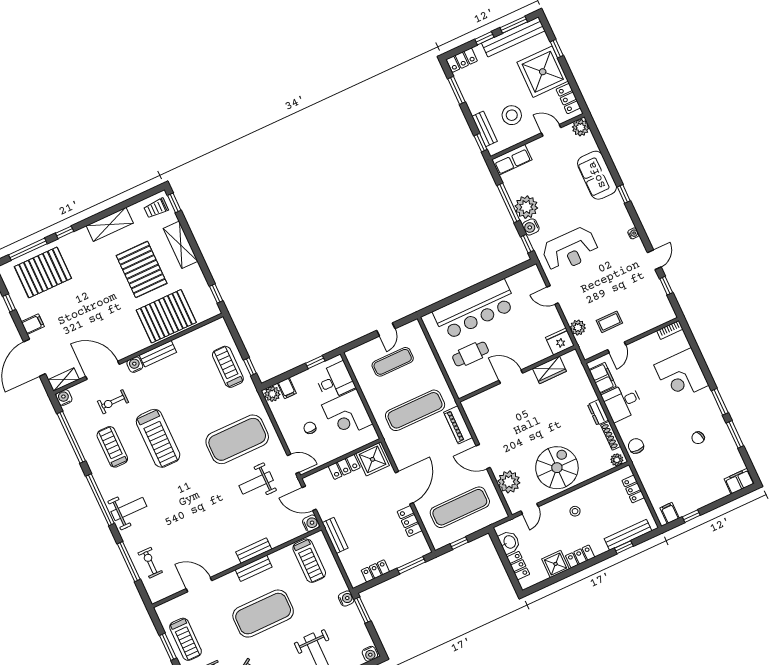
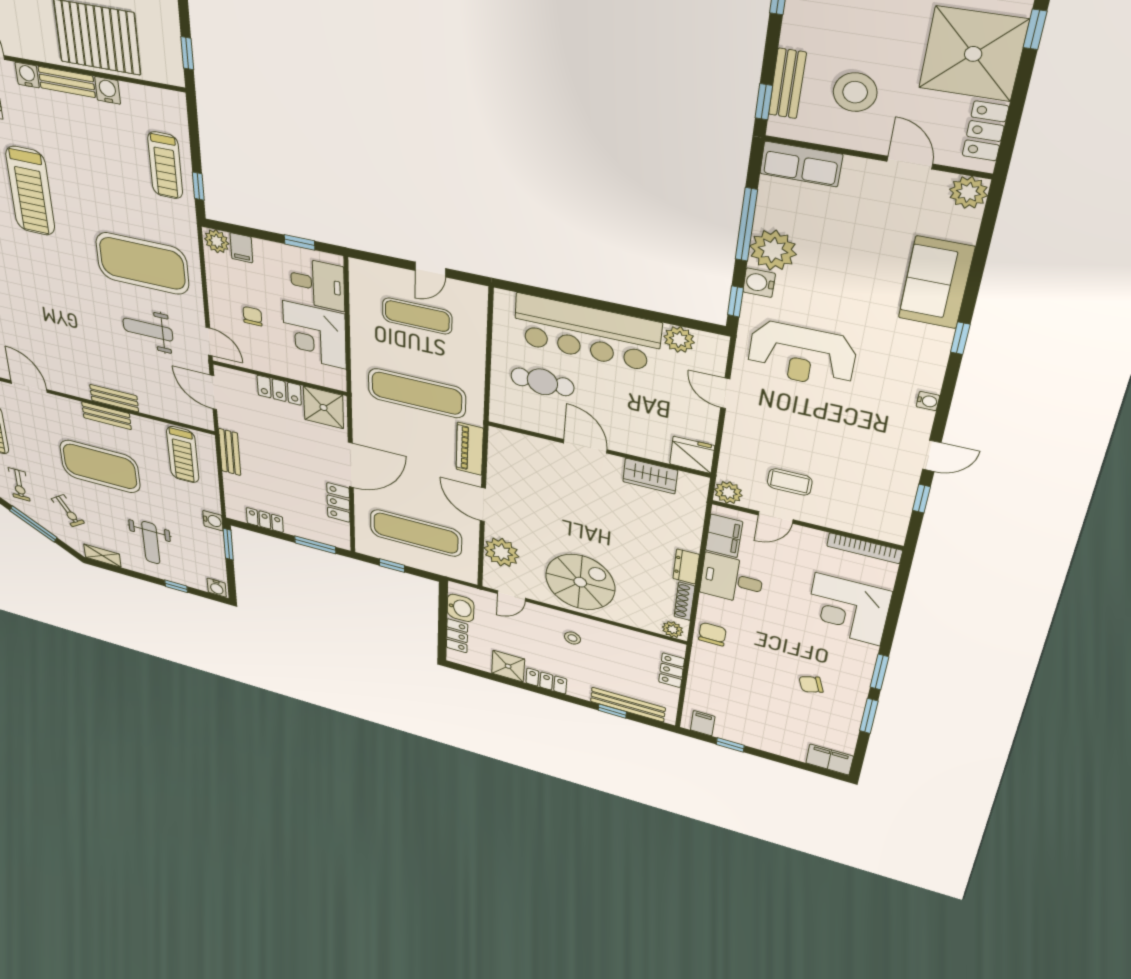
plant: (516, 282) -> (679, 339), added
plant: (578, 328) -> (728, 493), moved
bookcase: (670, 330) -> (864, 548), width x1.56
treadmill: (228, 367) -> (165, 165), turned 180
water cooler: (311, 523) -> (108, 90), moved, turned -90

